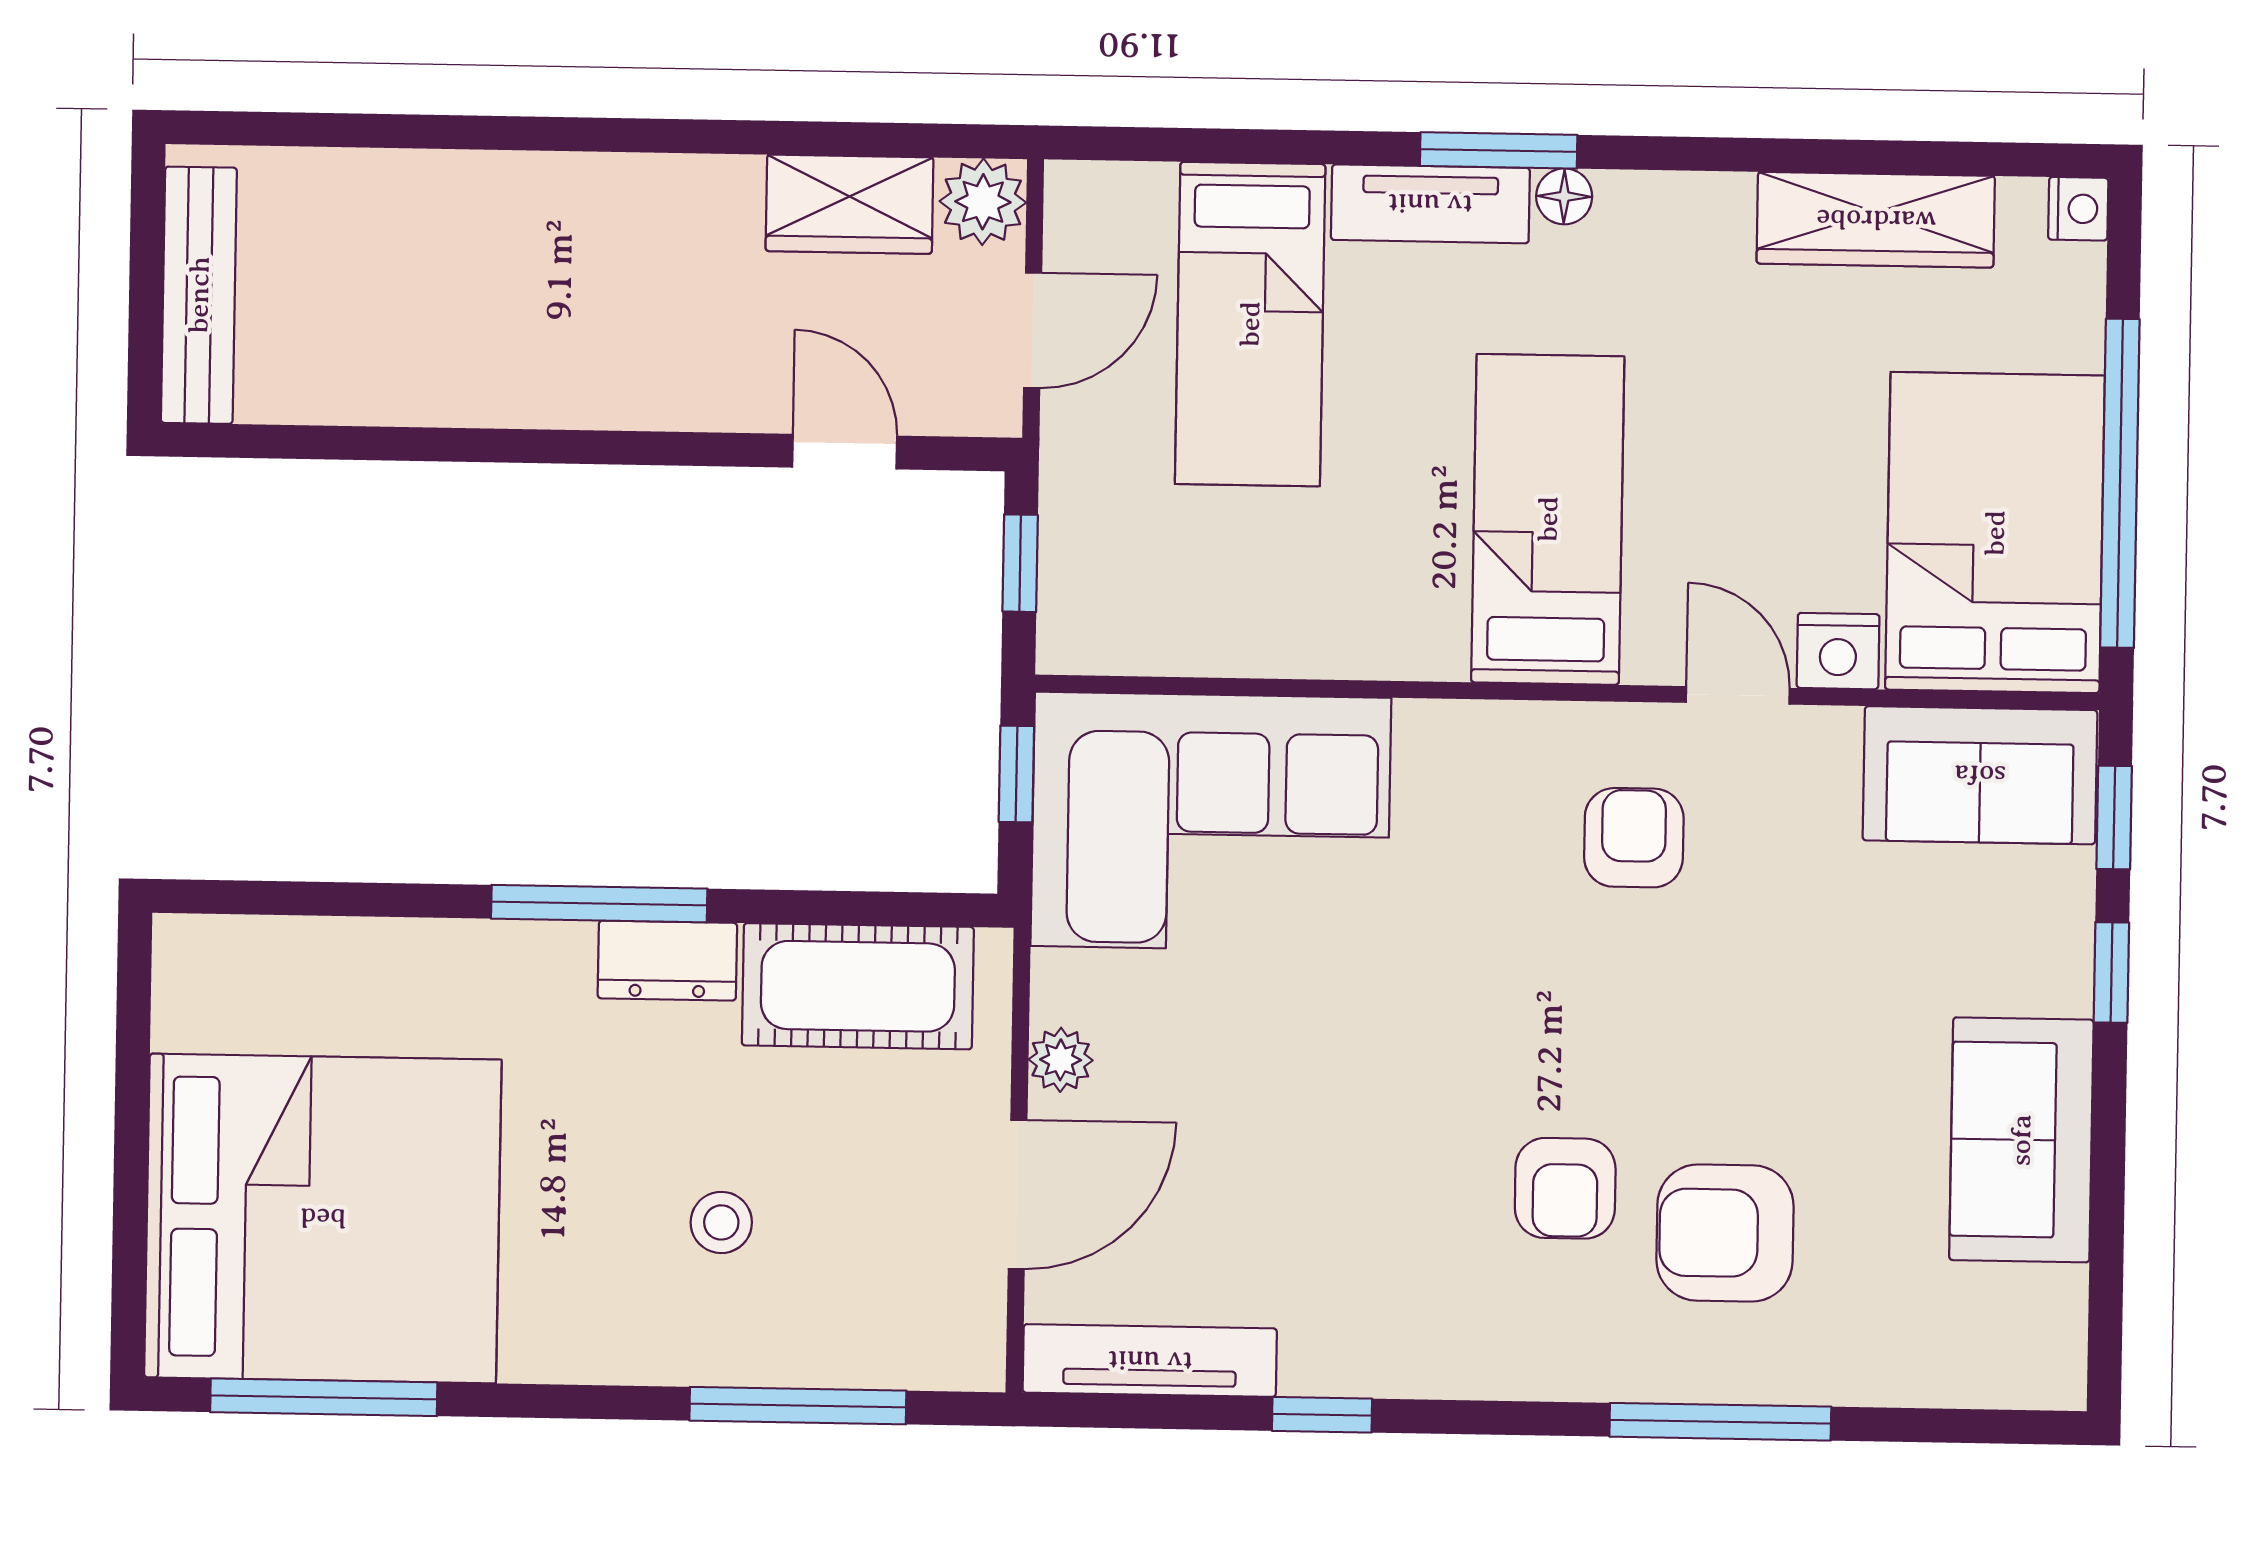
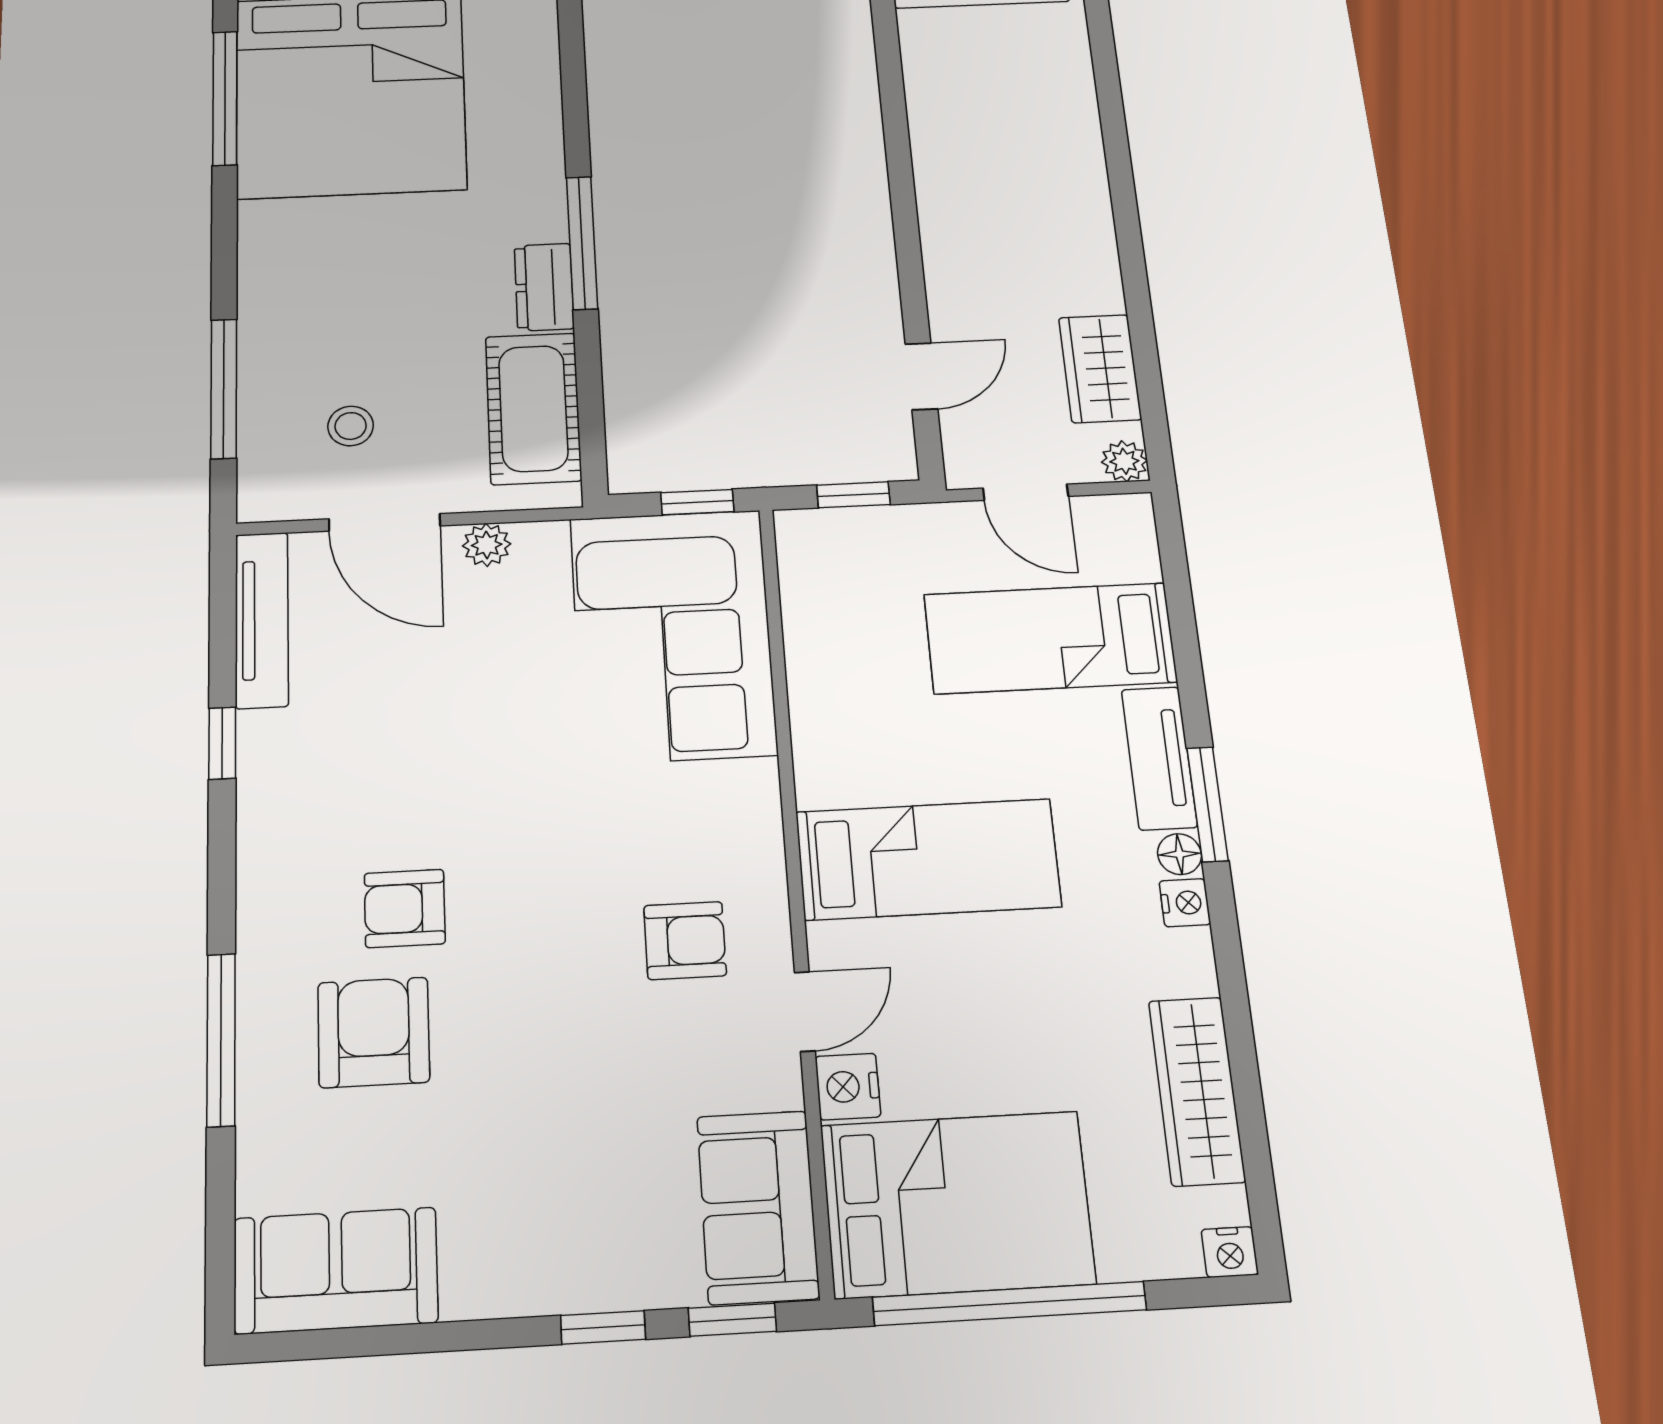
nightstand: (1630, 199) -> (1185, 903), added
plant: (983, 202) -> (1124, 461), width x0.73, depth x0.73
sofa: (2021, 1140) -> (336, 1270), moved
stool: (721, 1222) -> (351, 426), moved

